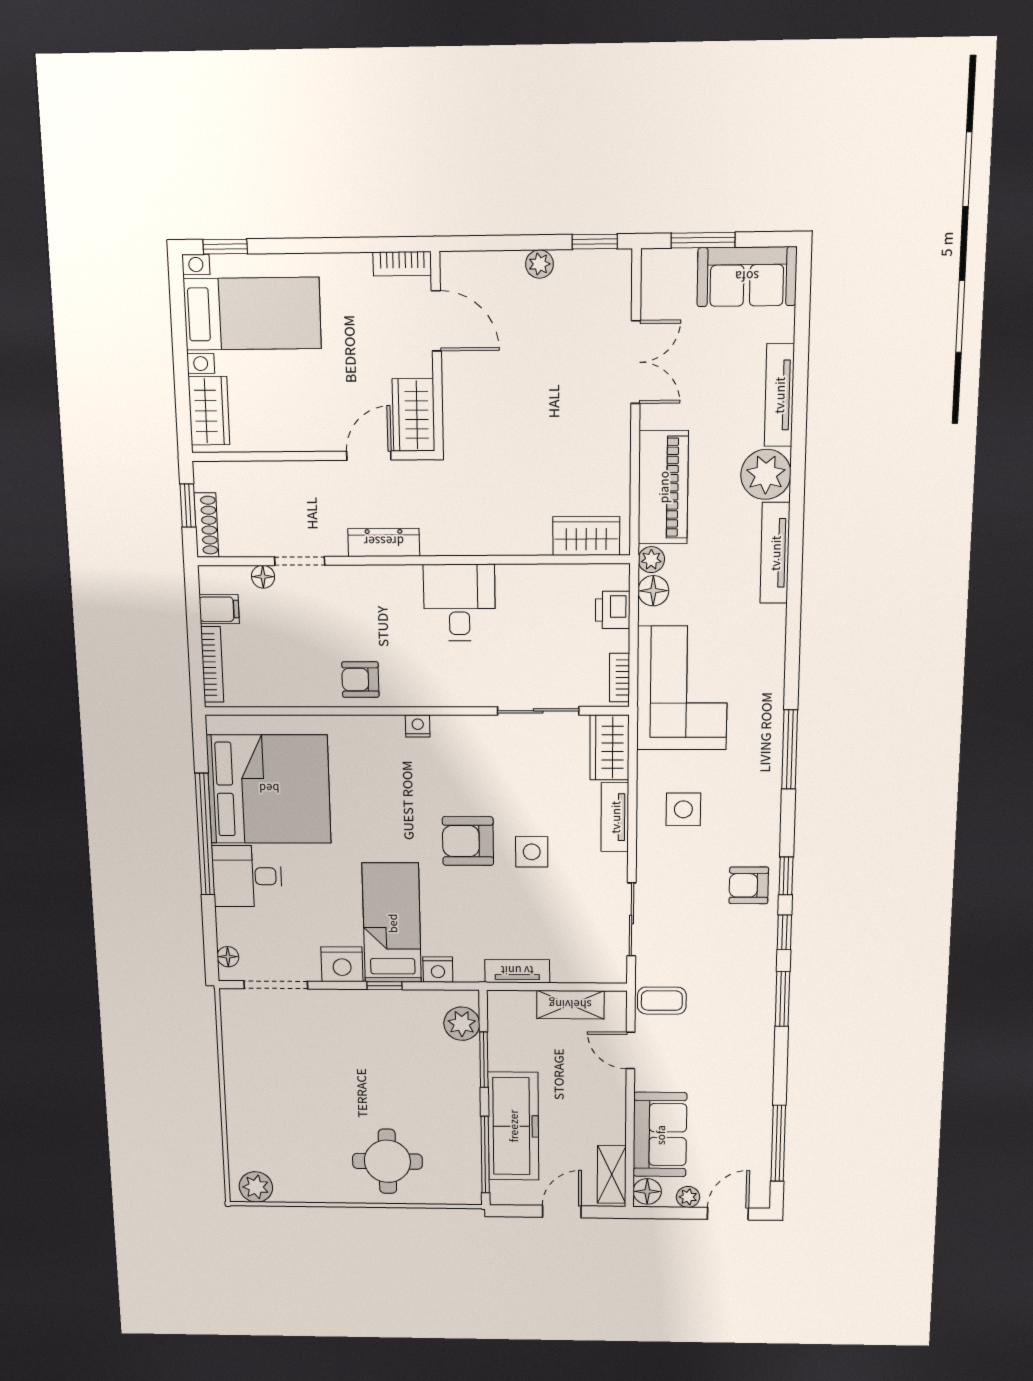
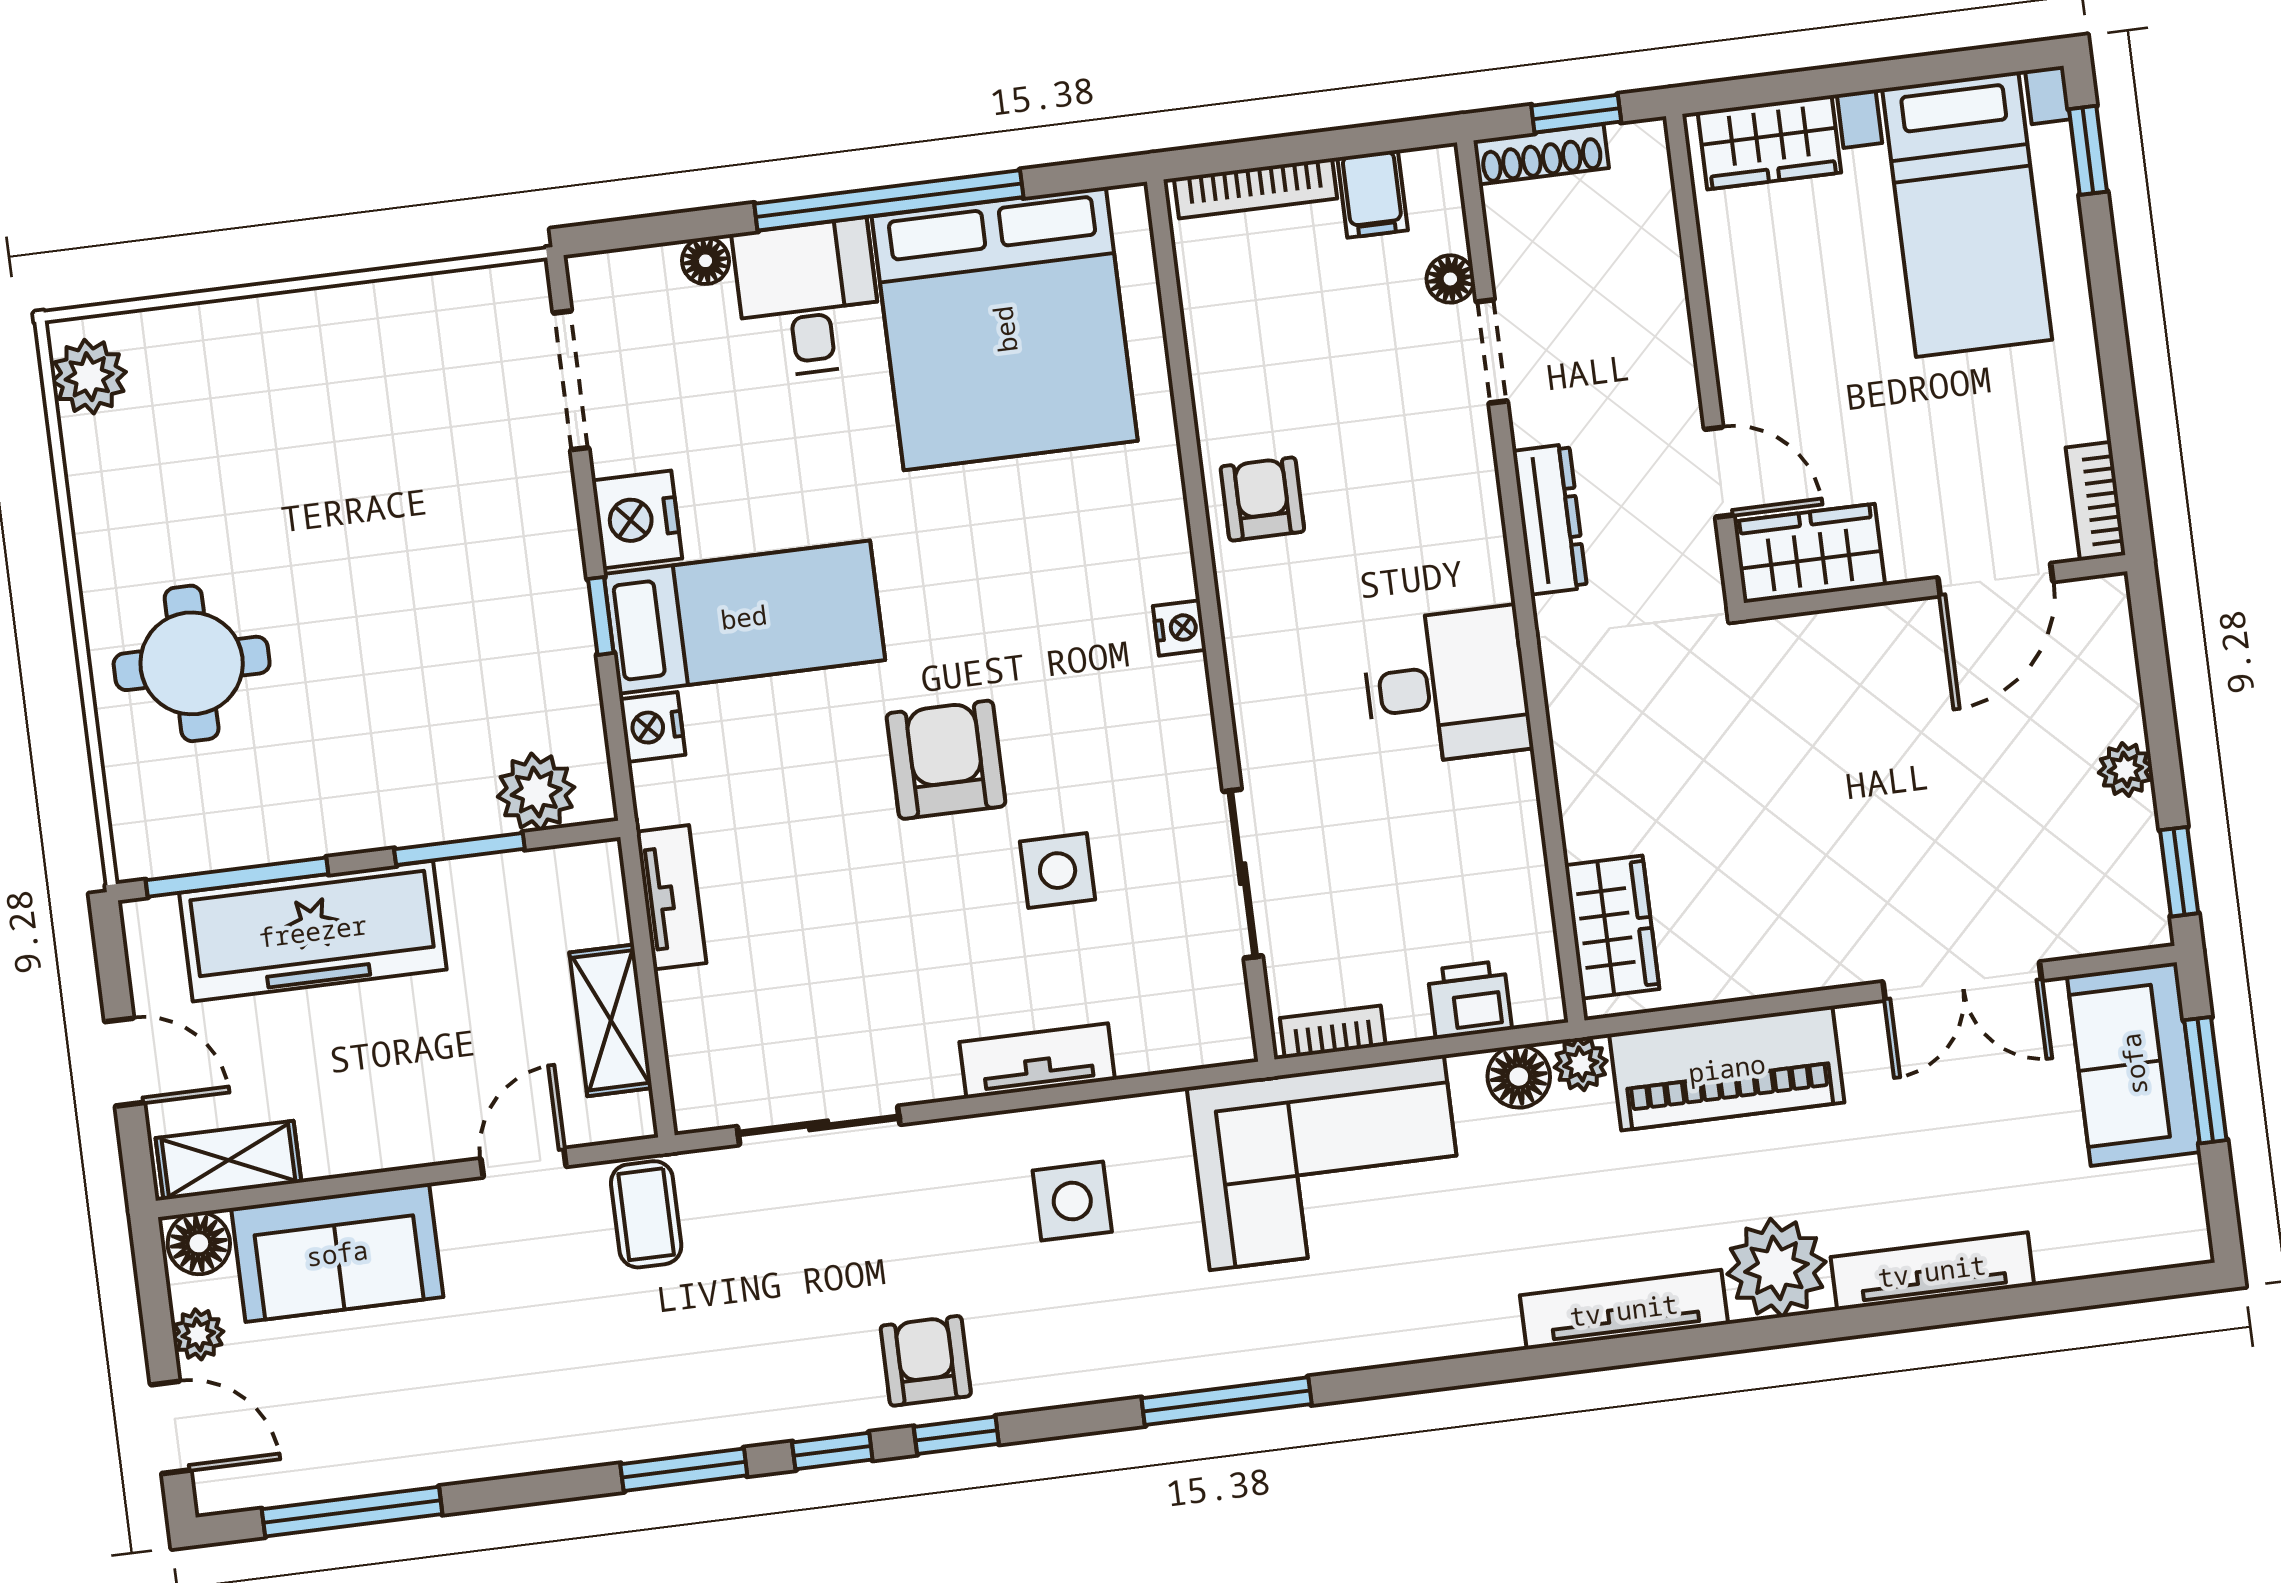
sofa: (747, 277) -> (2134, 1064), moved
wardrobe: (609, 747) -> (1184, 1030), removed
side table: (532, 852) -> (1058, 871), moved
floor lamp: (228, 957) -> (706, 261), moved

